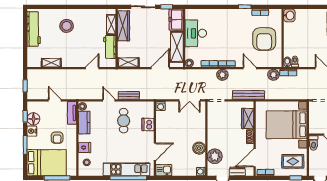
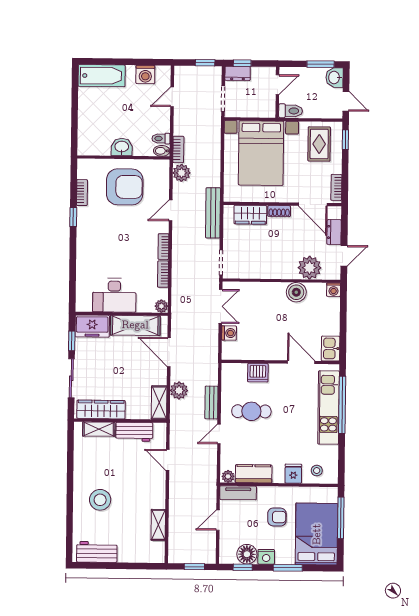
washbasin: (289, 15) -> (122, 147), moved
workbench: (34, 29) -> (97, 552), width x0.73
plant: (222, 75) -> (179, 390), moved
washing machine: (161, 106) -> (229, 333), moved

